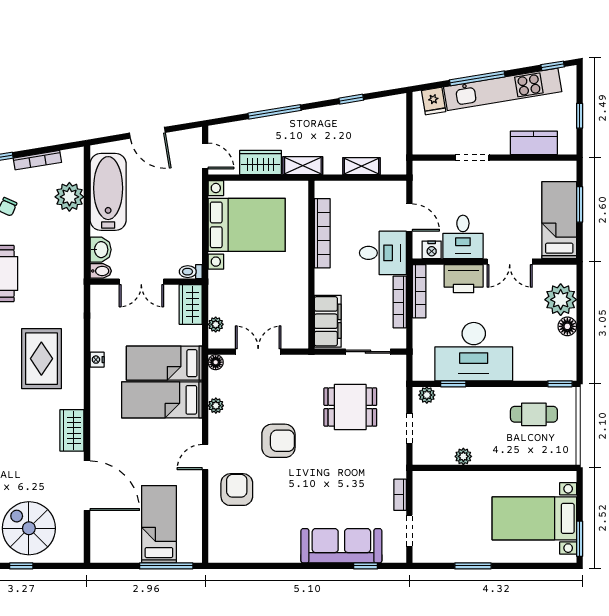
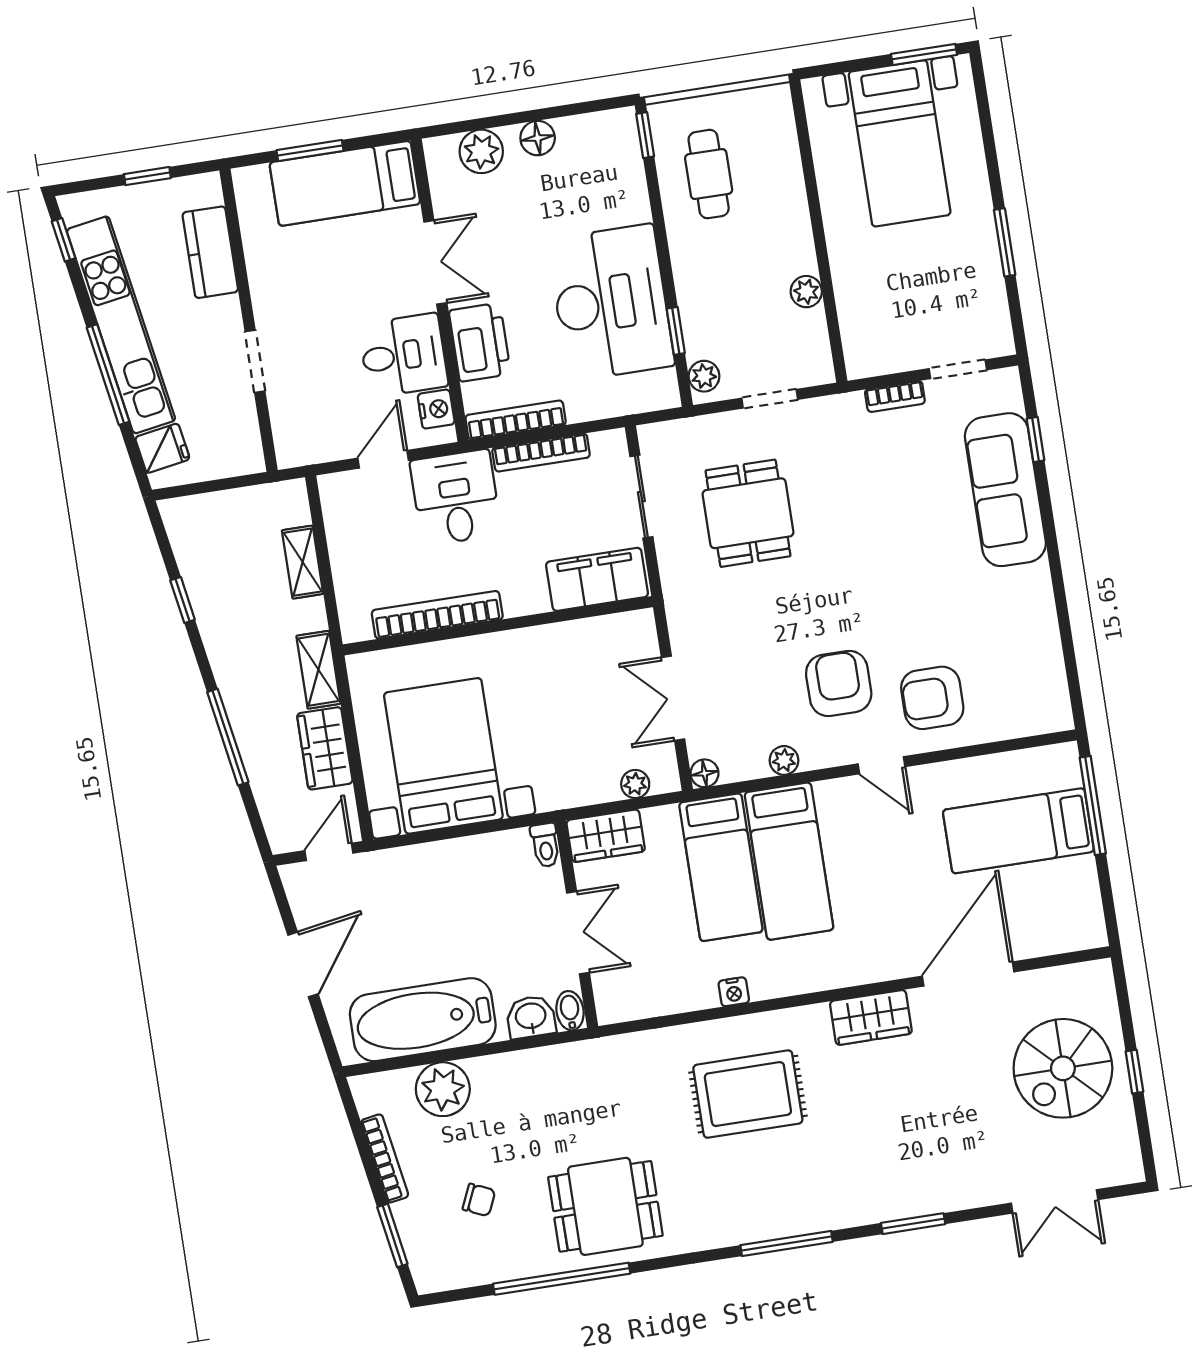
plant: (561, 300) -> (481, 151), width x0.73, depth x0.73
armchair: (278, 441) -> (839, 683), moved

